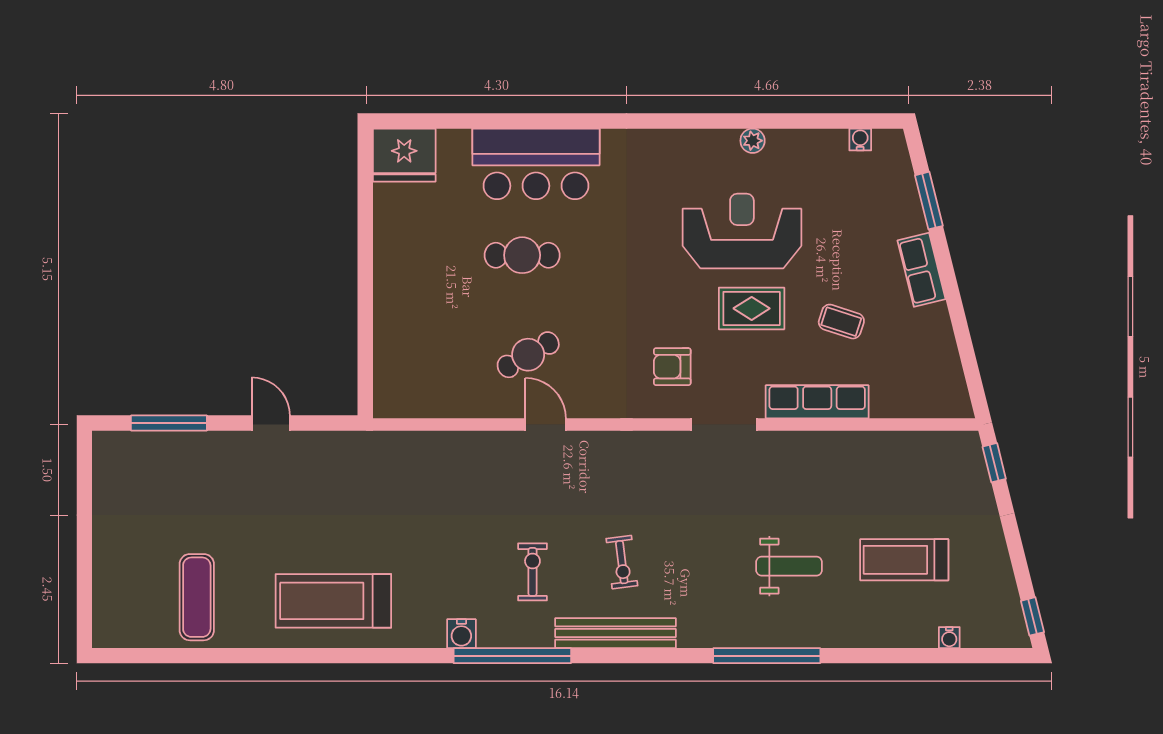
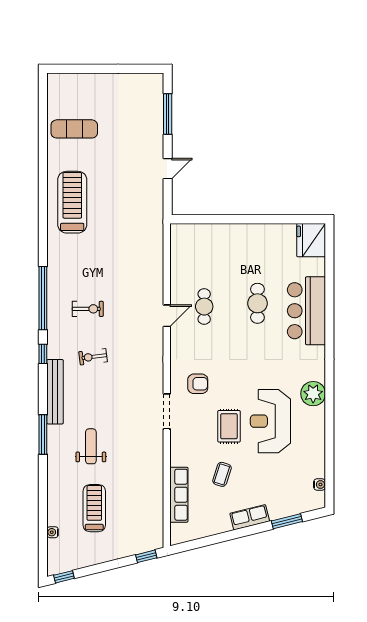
plant: (753, 141) -> (313, 394), moved, width x1.88, depth x1.88
reception desk: (742, 231) -> (270, 421), turned 180
cafe table: (528, 355) -> (204, 307), turned 30
armchair: (672, 367) -> (198, 384), turned 90
row of seats: (817, 402) -> (179, 495), moved
weight bench: (789, 566) -> (91, 446), turned 180
bench: (616, 633) -> (55, 392), moved
water cooler: (461, 634) -> (55, 271), removed
window: (617, 656) -> (43, 354), added
window: (767, 656) -> (43, 434), width x0.68

